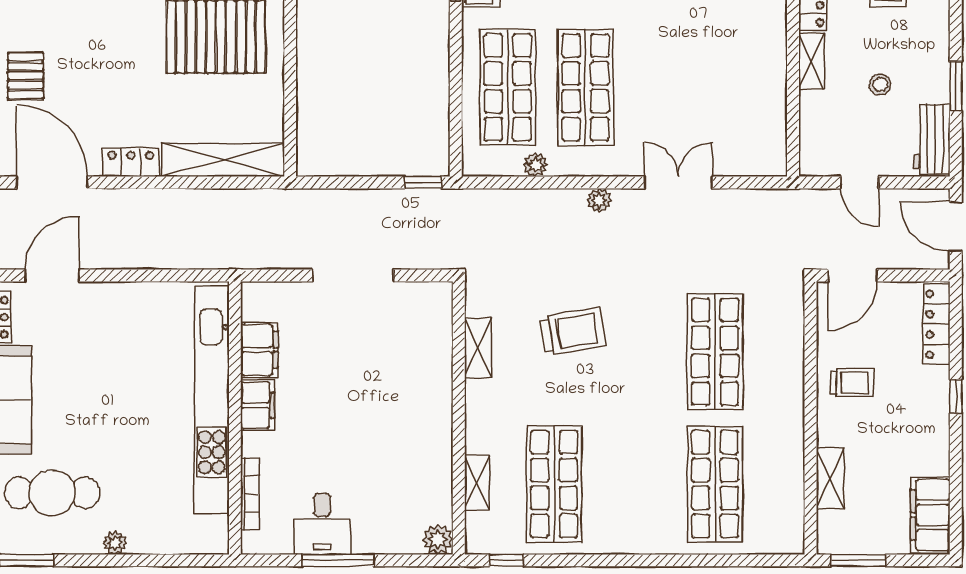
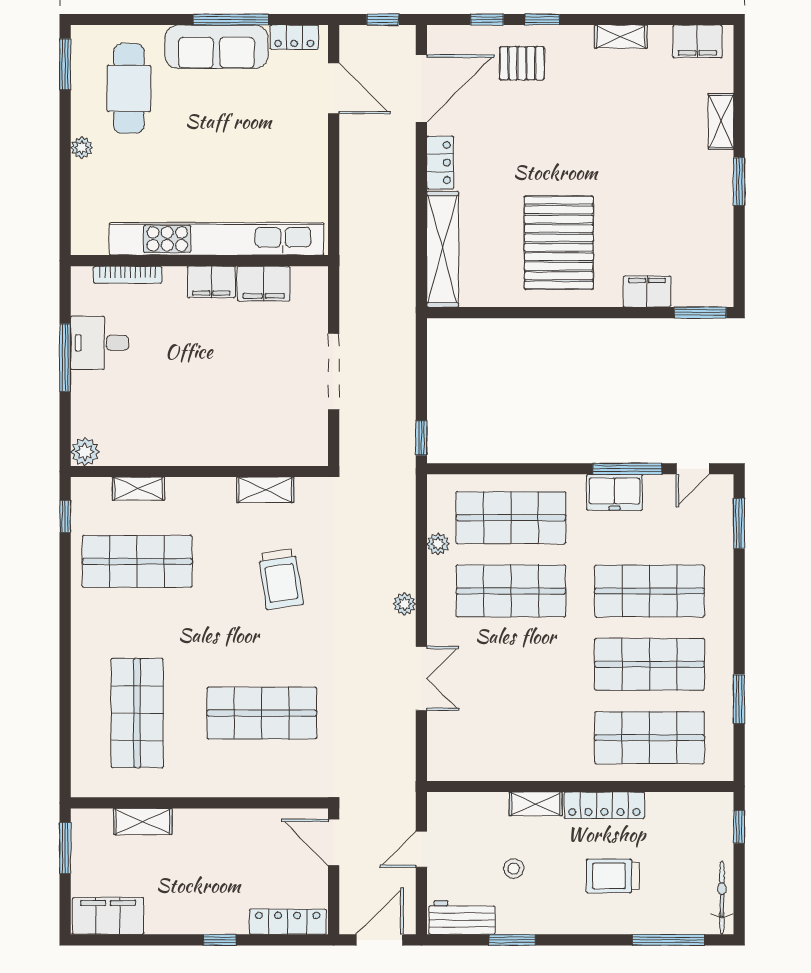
trolley: (852, 383) -> (233, 842), removed
shop shelf: (715, 484) -> (137, 713), turned 90

